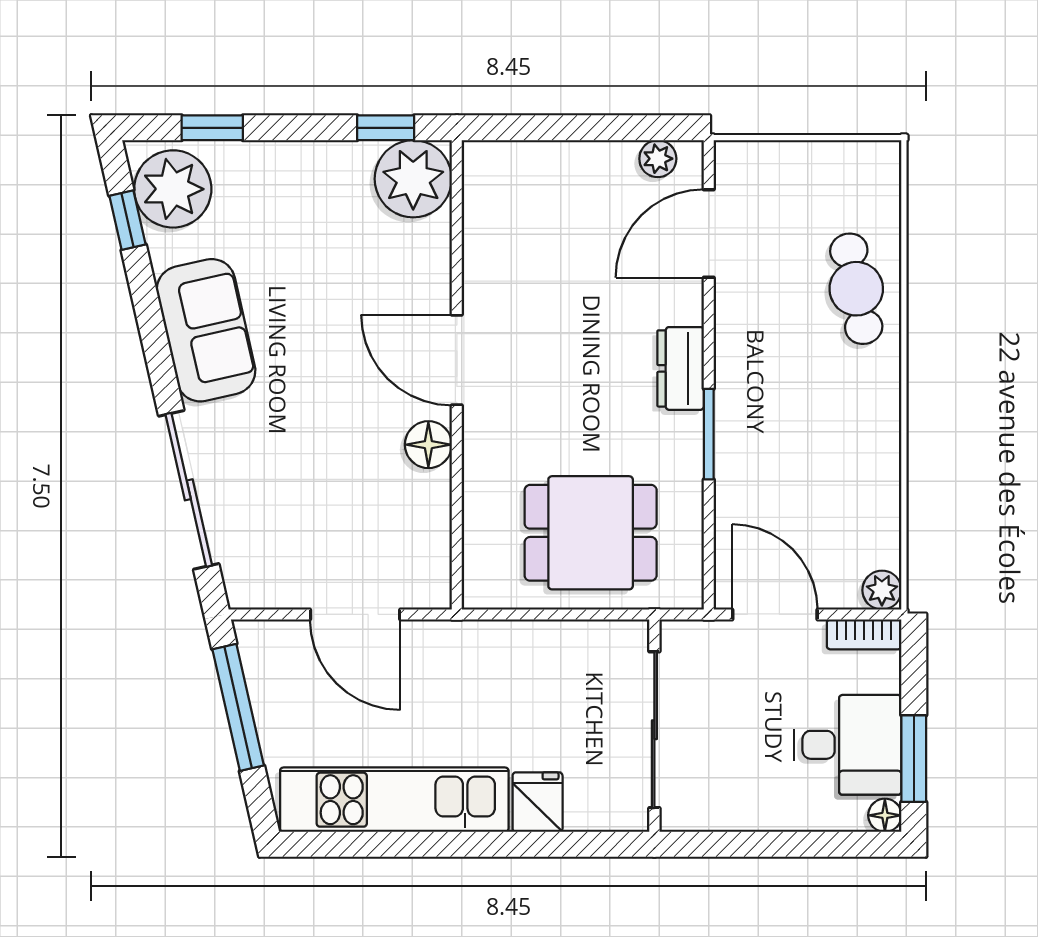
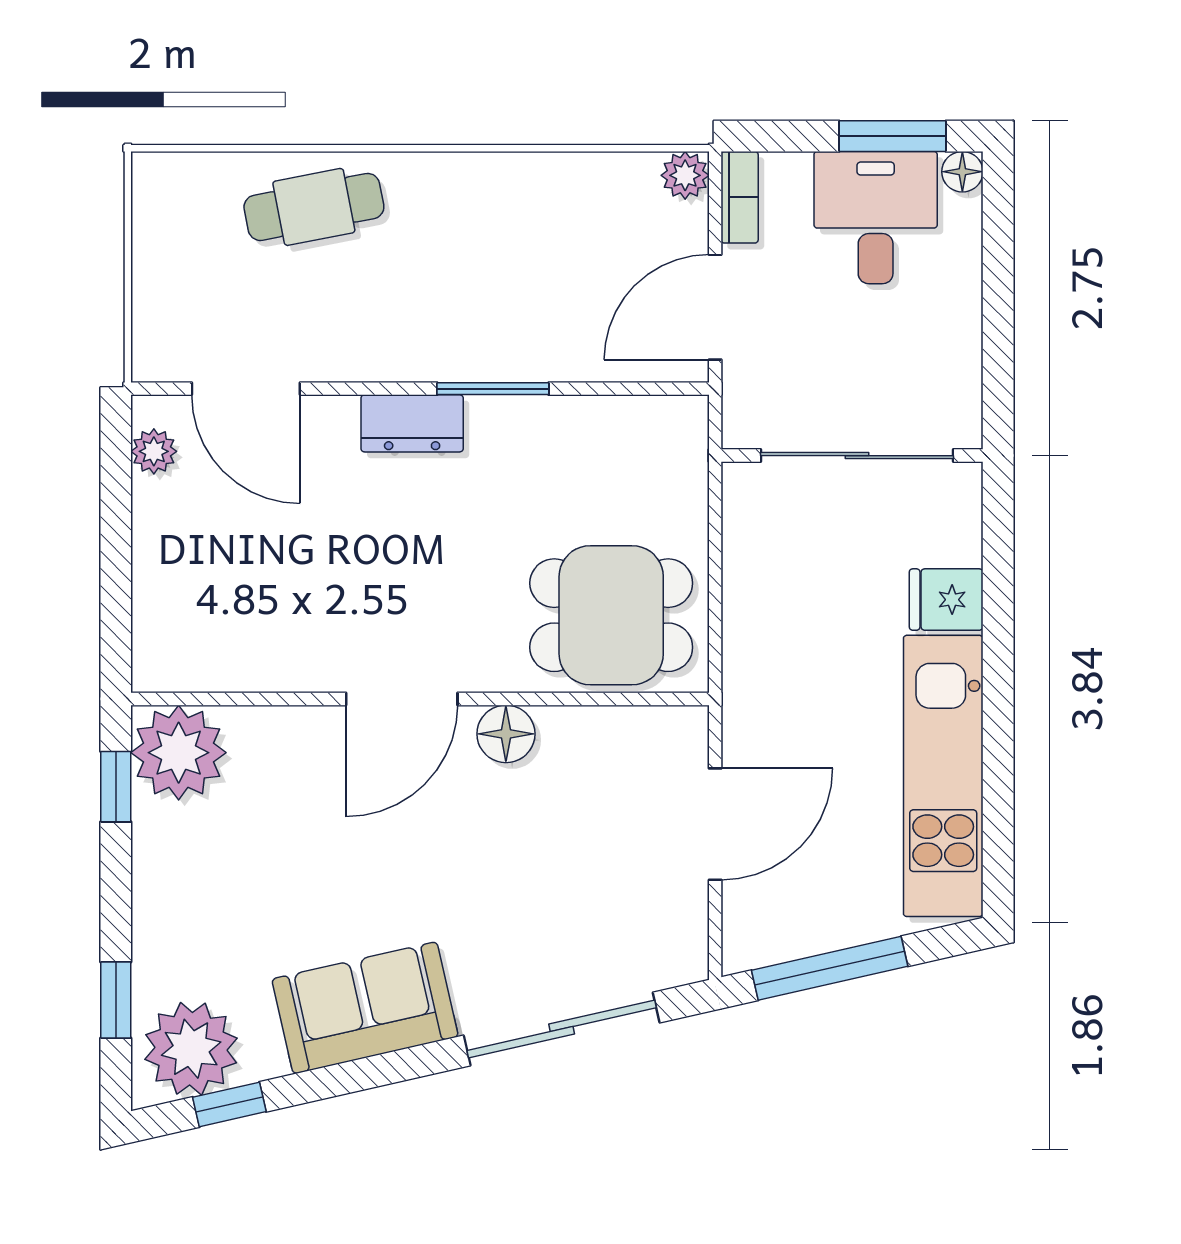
dining table: (591, 533) -> (611, 615), moved, turned 90

